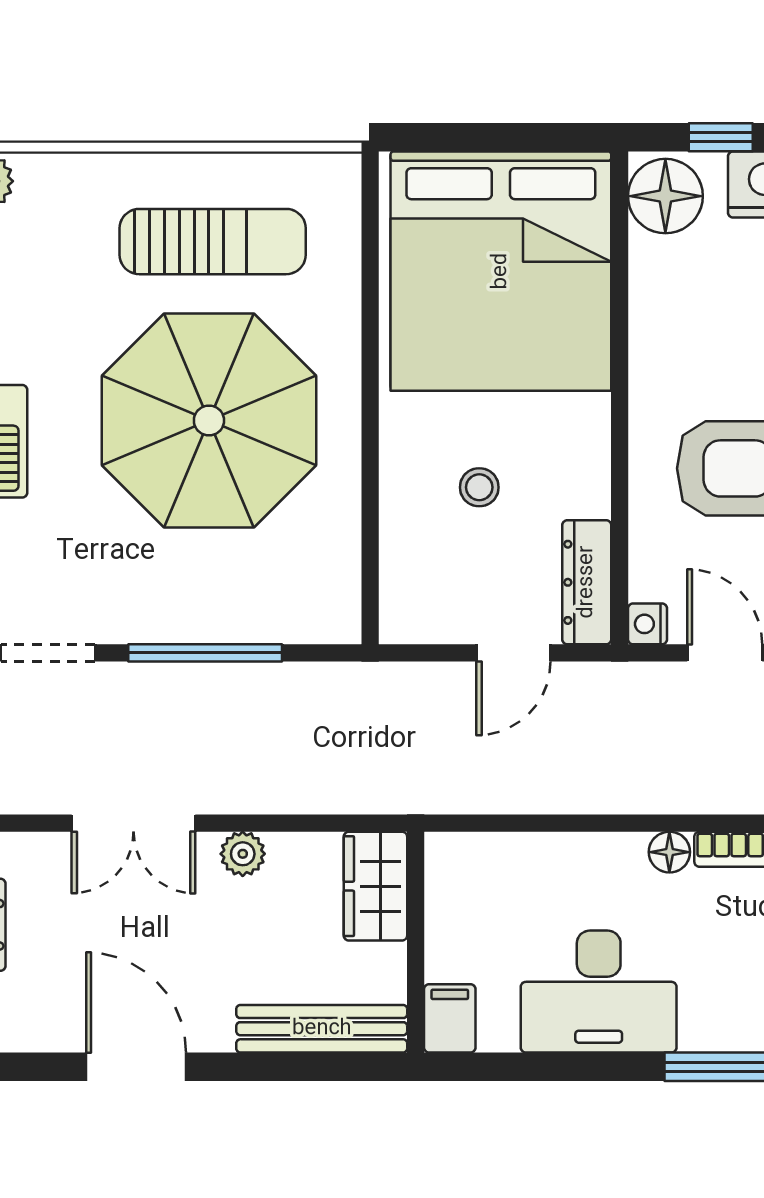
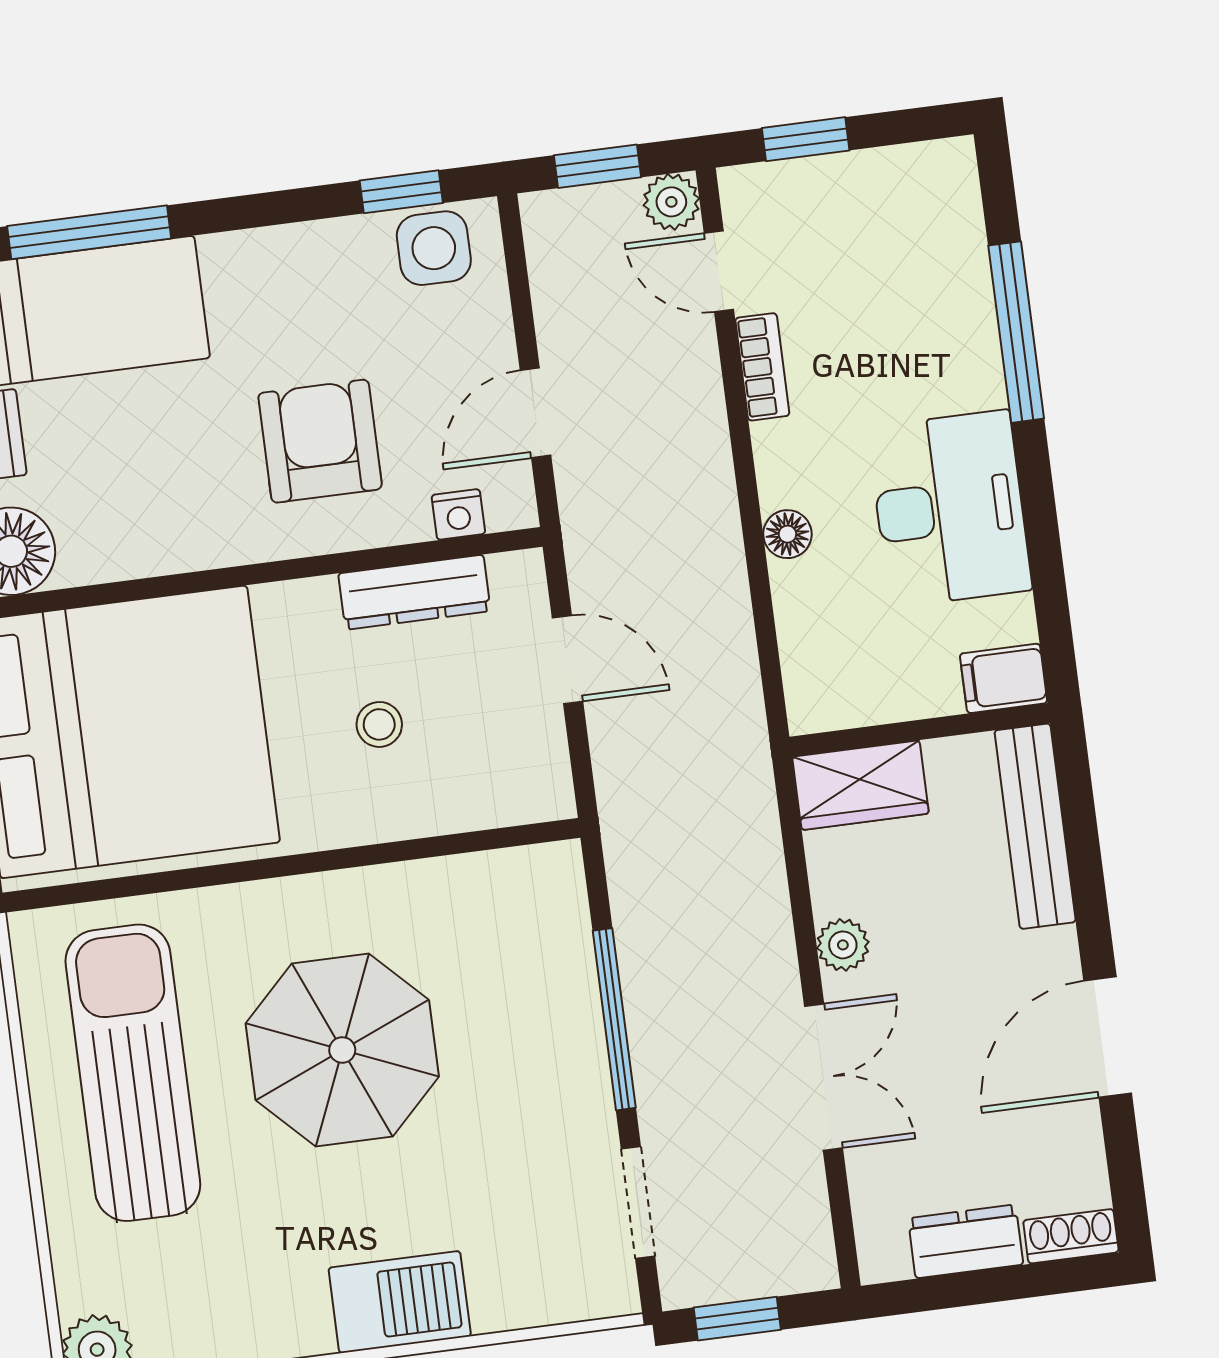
sun lounger: (213, 242) -> (133, 1073), width x1.36, depth x1.34
parasol: (209, 420) -> (342, 1050), width x0.73, depth x0.73
dresser: (587, 582) -> (414, 592), moved
nightstand: (648, 624) -> (458, 514), moved
floor lamp: (669, 852) -> (787, 534), moved

